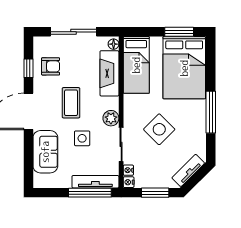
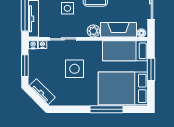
window: (179, 32) -> (151, 69), moved
window: (211, 112) -> (106, 109), moved
plant: (111, 118) -> (93, 31), moved
side table: (159, 129) -> (75, 69), turned 45

